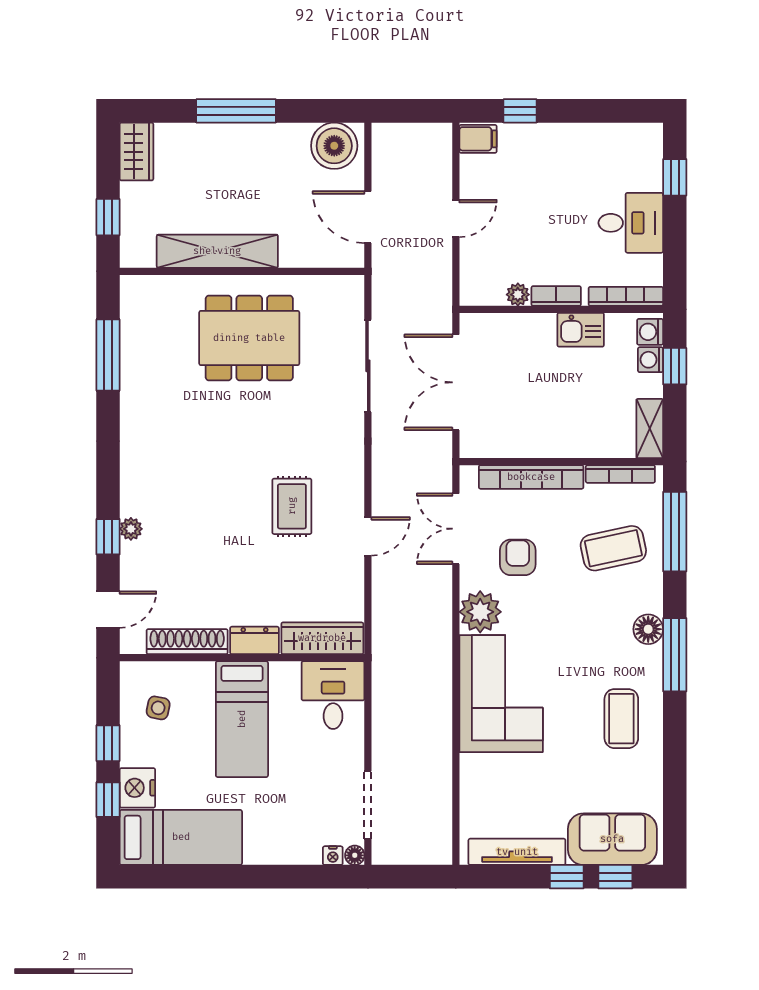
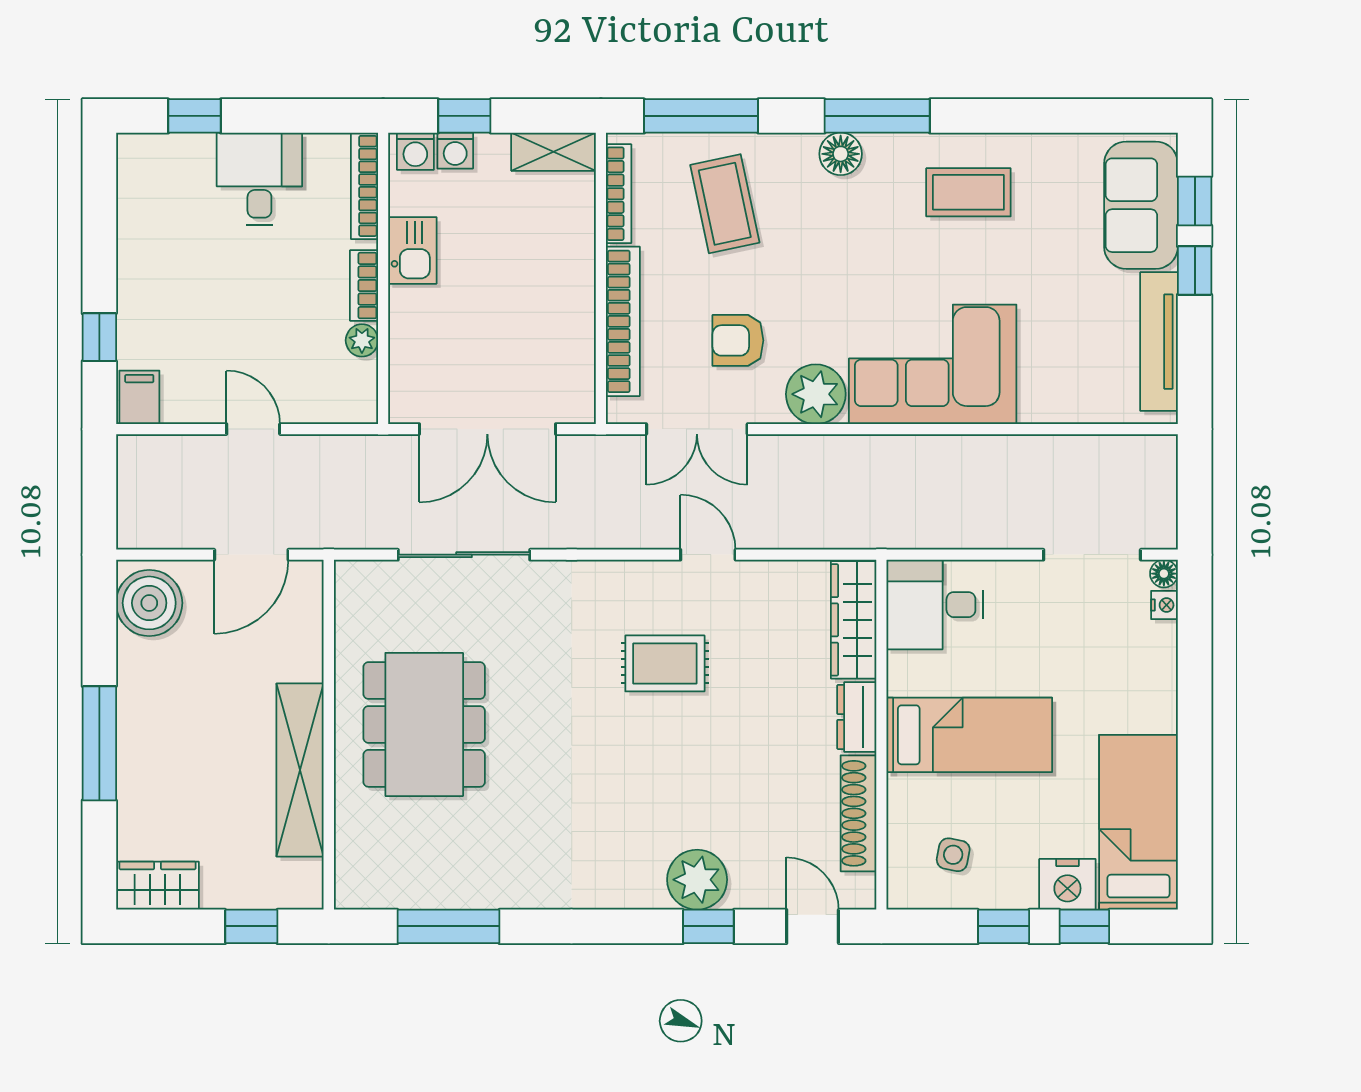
plant: (131, 529) -> (697, 880), width x1.87, depth x1.87

